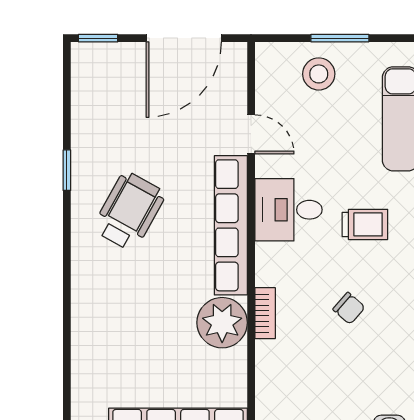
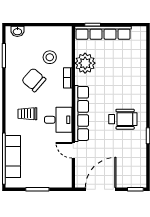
stool: (319, 74) -> (50, 57), moved
wheelchair: (129, 211) -> (123, 119), turned -119
chair: (349, 308) -> (34, 80), width x1.87, depth x1.87
plant: (222, 323) -> (85, 63), moved

